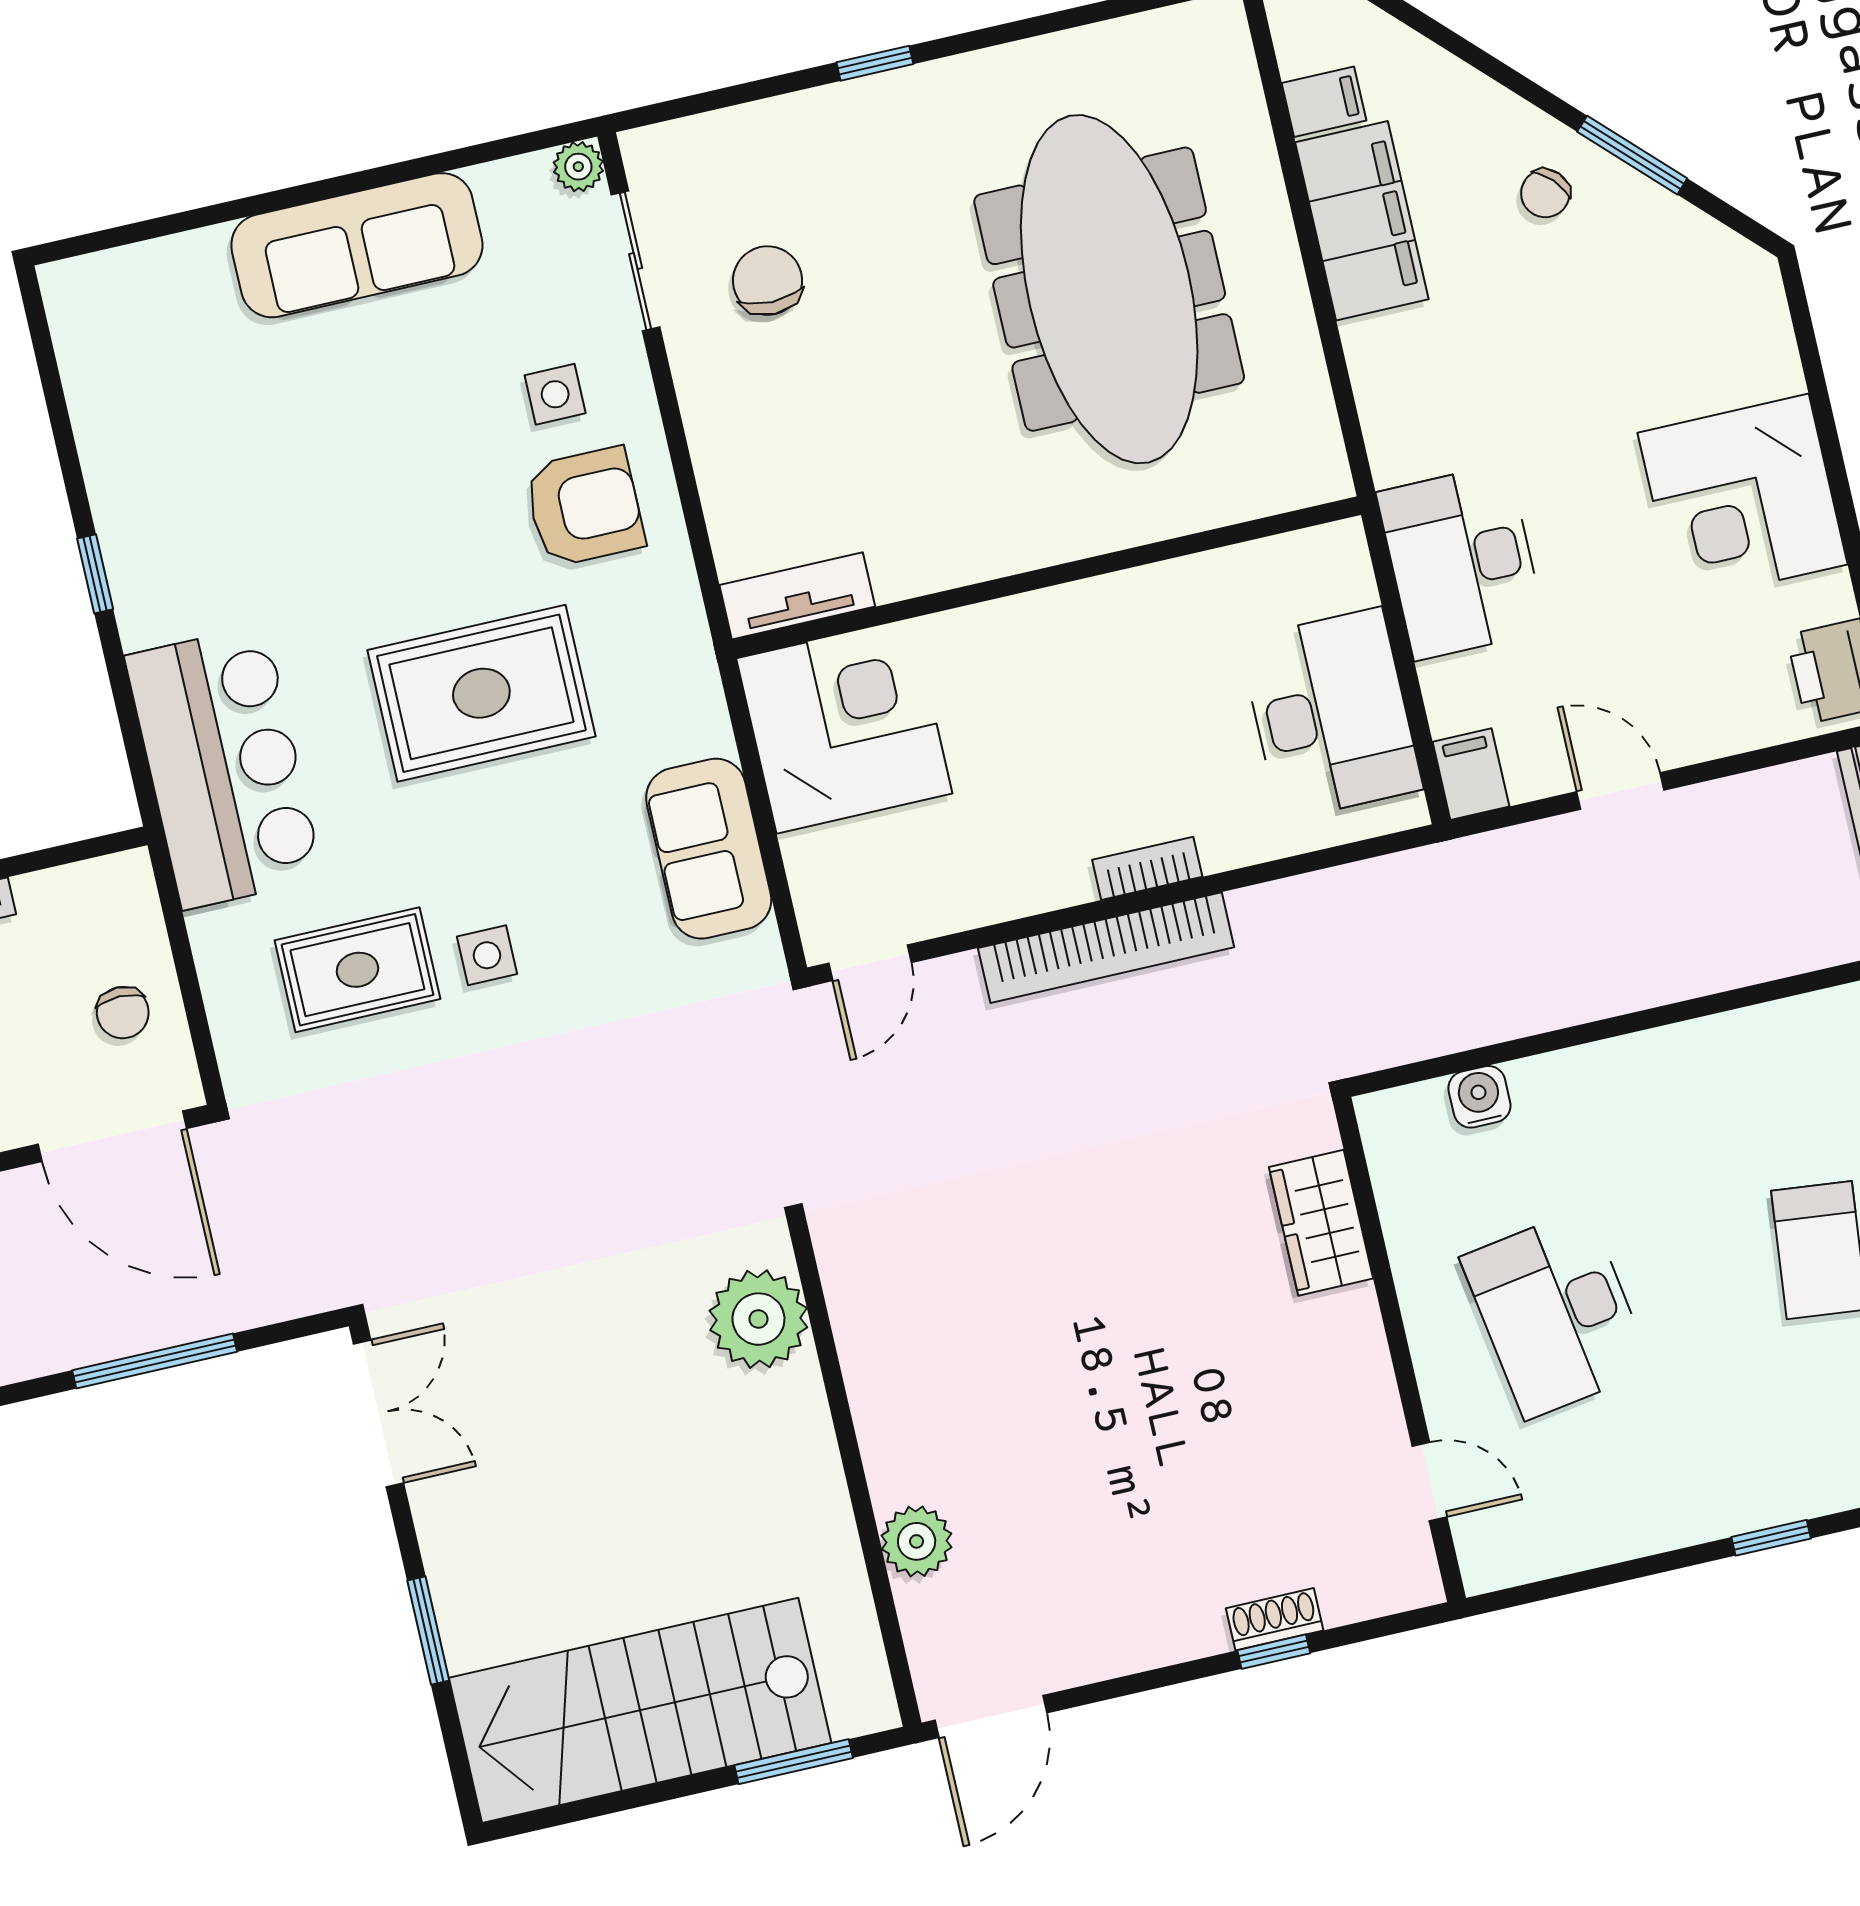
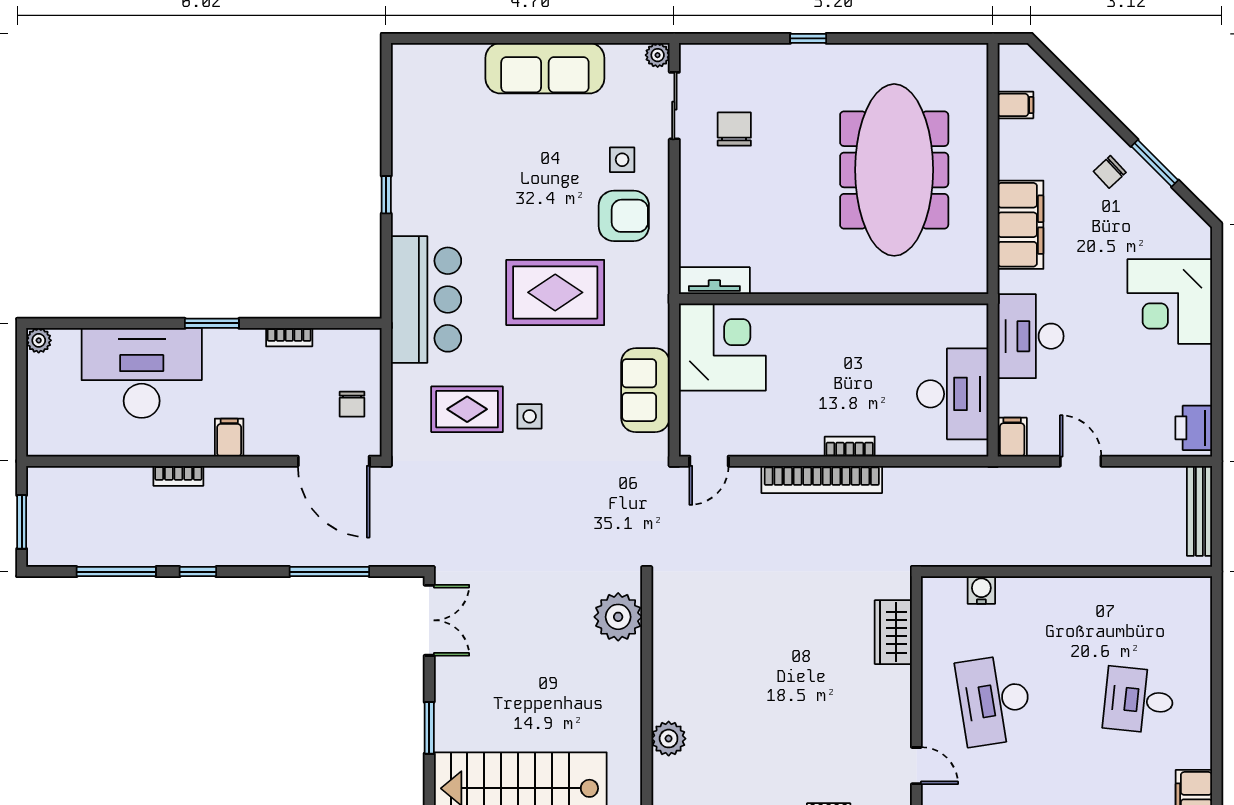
filing cabinet: (1362, 221) -> (1020, 225), moved
corner desk: (1743, 499) -> (1170, 302), moved

